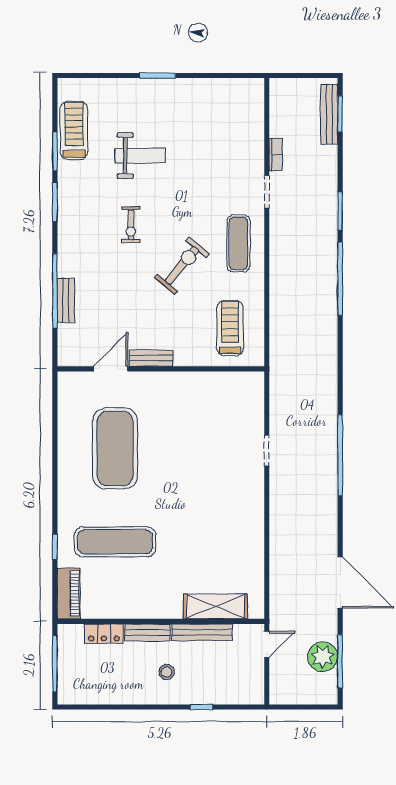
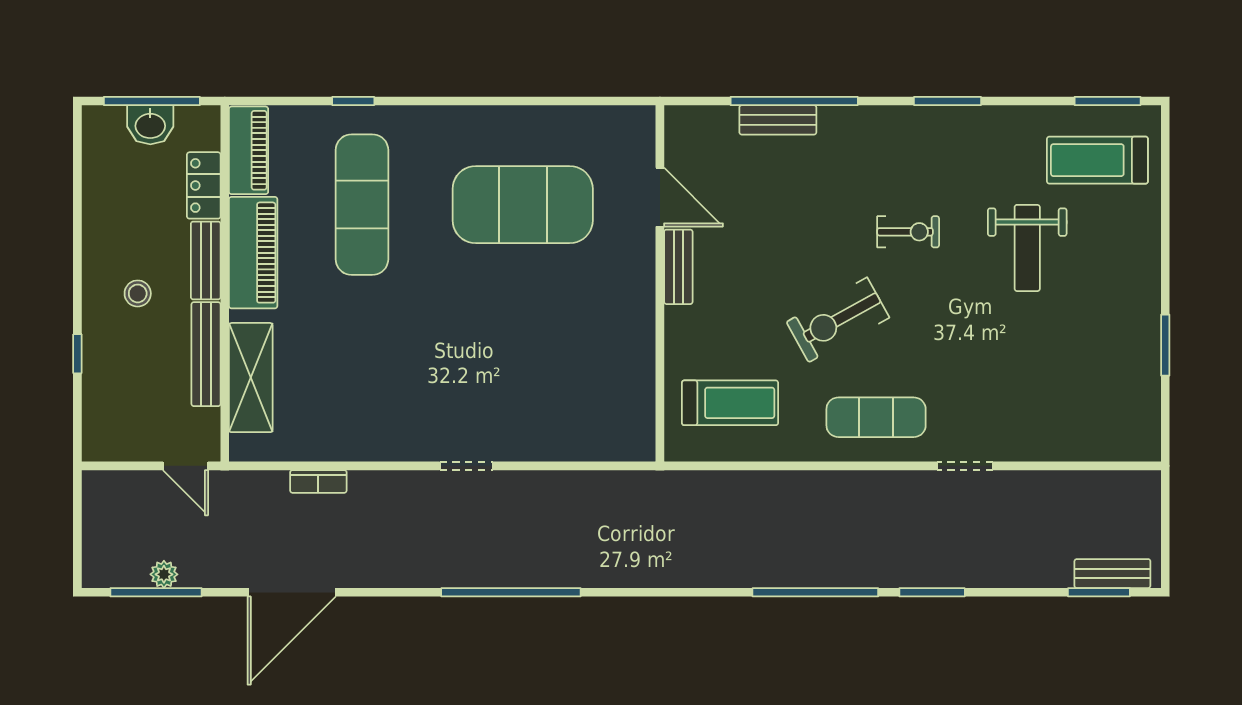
window: (158, 75) -> (1165, 345), moved
bench: (329, 114) -> (1112, 574), width x0.73
treadmill: (74, 130) -> (1097, 160), moved, turned 180
window: (55, 151) -> (1108, 101), moved
bookcase: (276, 154) -> (318, 481), moved
exercise bike: (131, 225) -> (908, 232), turned 180
exercise bike: (182, 265) -> (838, 320), turned 111
doorway: (267, 451) -> (466, 466), moved
piano: (69, 594) -> (249, 150), moved, turned -90
piano: (143, 605) -> (253, 253), added
plant: (323, 657) -> (164, 574), width x0.53, depth x0.53
washbasin: (69, 665) -> (150, 125), added

